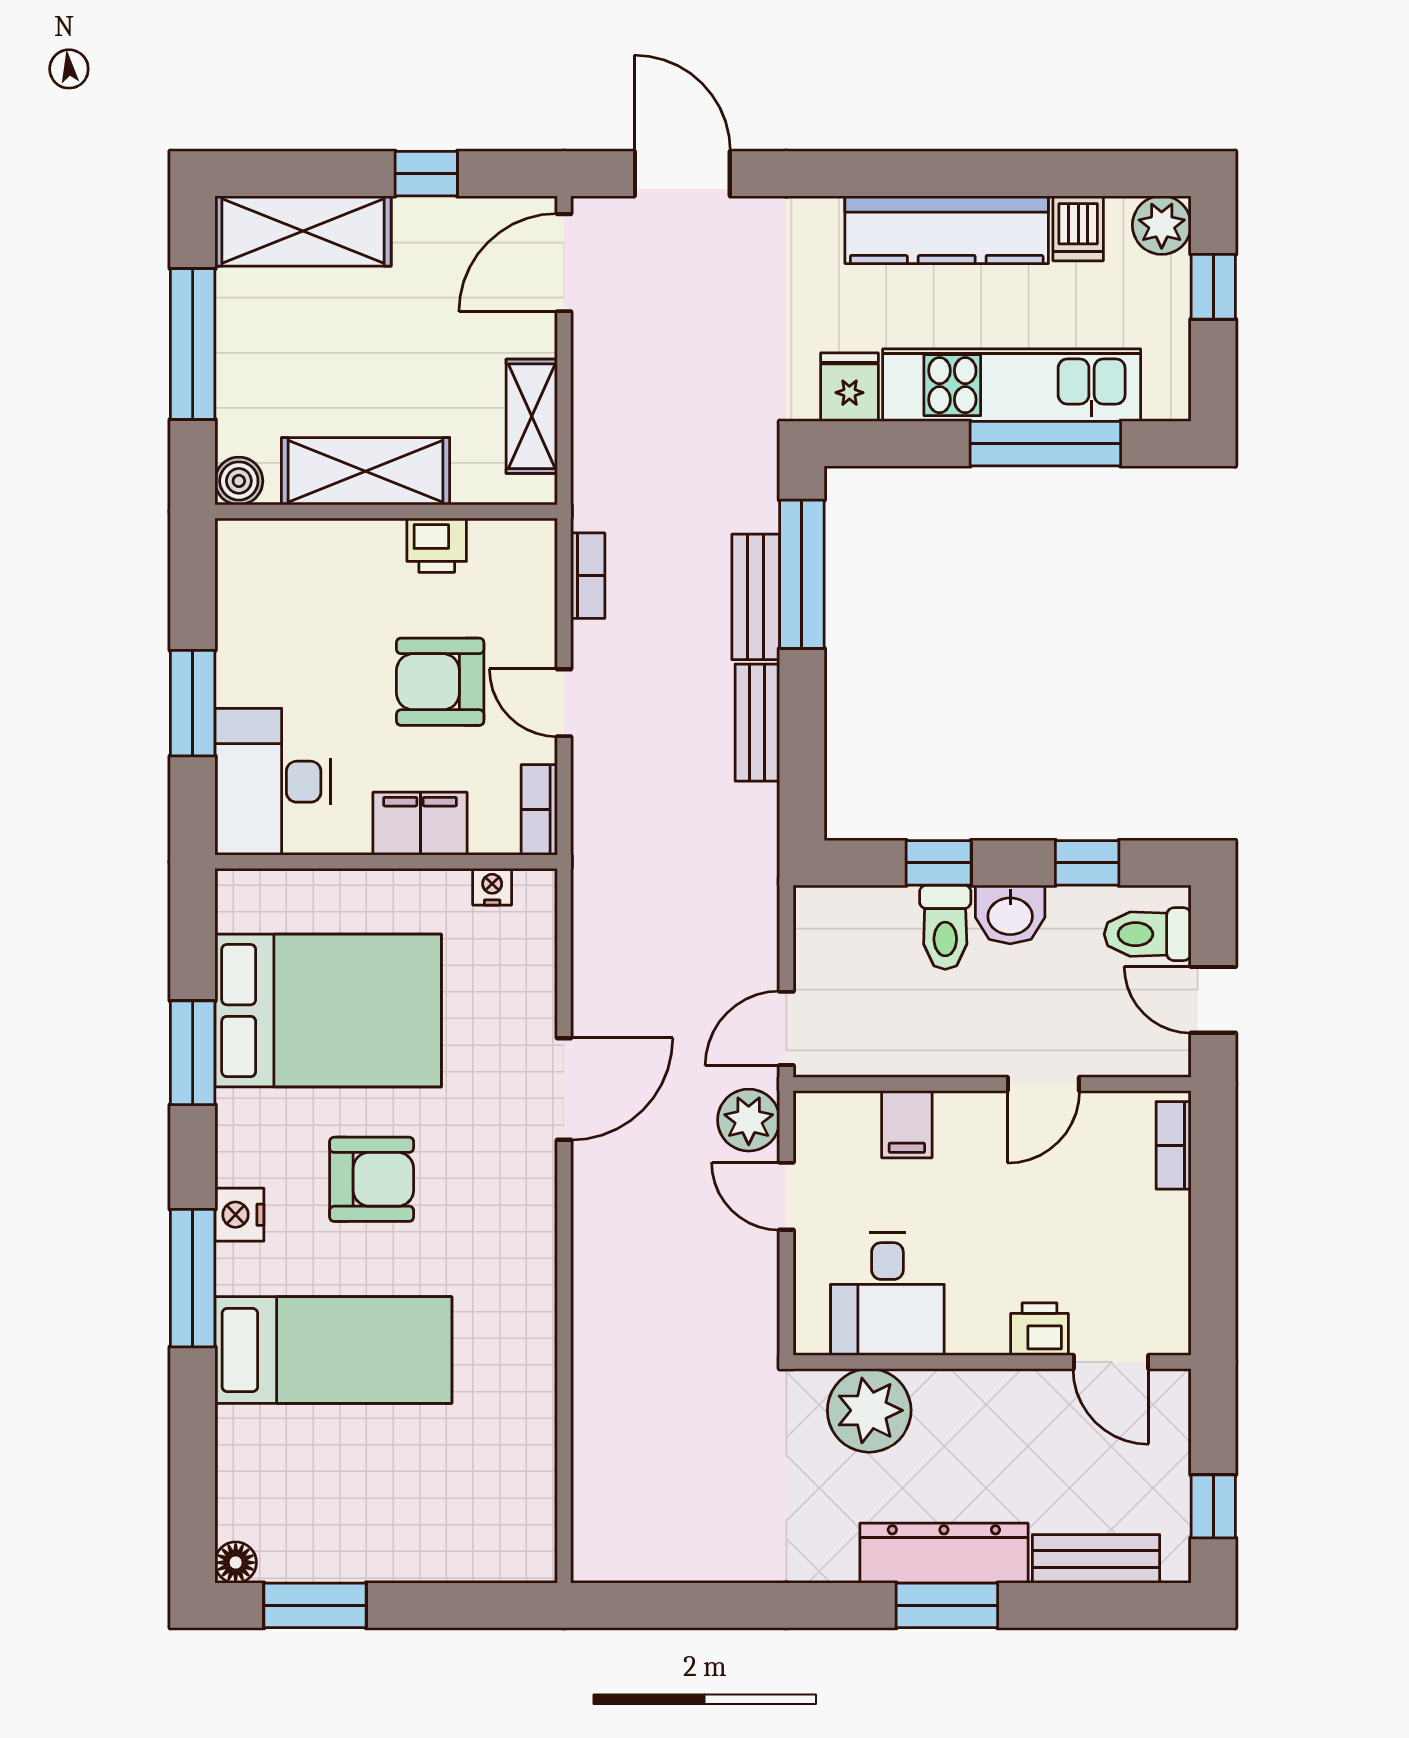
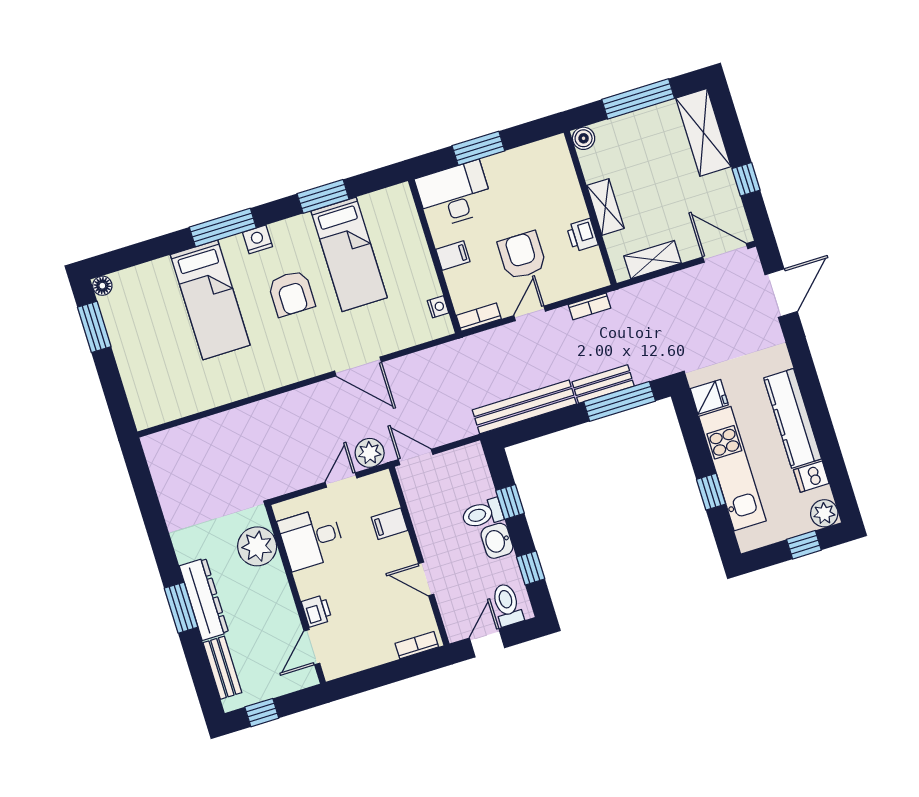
window: (1045, 444) -> (711, 492), width x0.46
shelving: (366, 471) -> (605, 207), width x0.67, depth x0.75
bench: (757, 723) -> (524, 407), width x1.86, depth x1.21
filing cabinet: (420, 824) -> (453, 256), width x0.50
bed: (328, 1011) -> (349, 254), width x0.67

